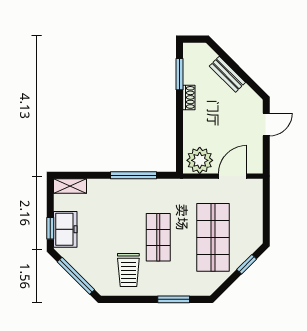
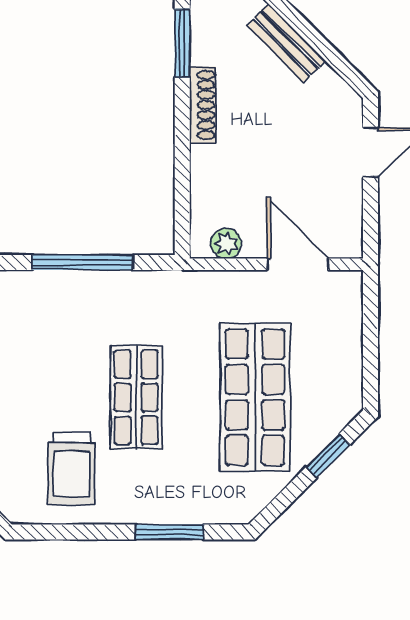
shoe rack: (189, 97) -> (203, 105), width x1.43
plant: (200, 160) -> (226, 243), width x0.53, depth x0.53
door: (233, 176) -> (298, 264), hinge flipped

